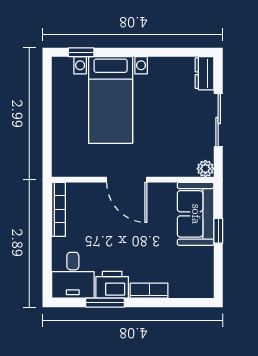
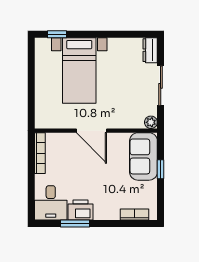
bookcase: (149, 291) -> (134, 215), moved

